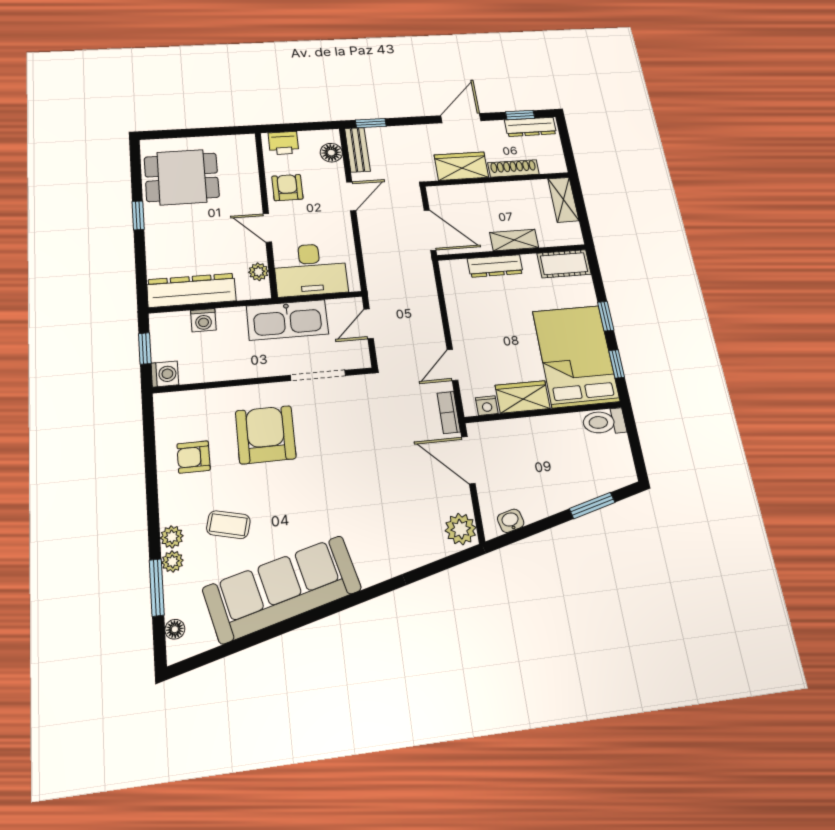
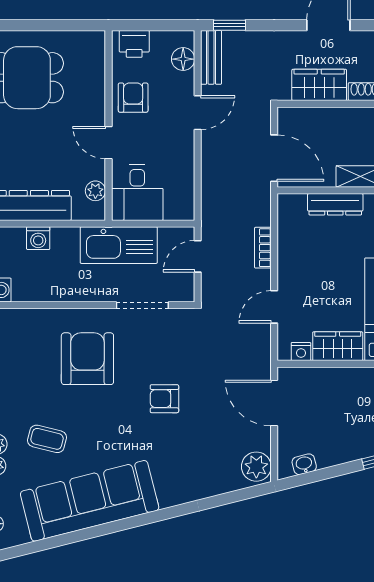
desk: (310, 270) -> (137, 193), width x0.73
bookcase: (449, 412) -> (263, 248), moved
armchair: (194, 457) -> (164, 399), moved

